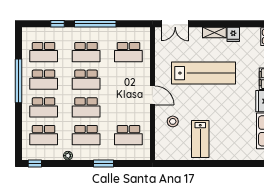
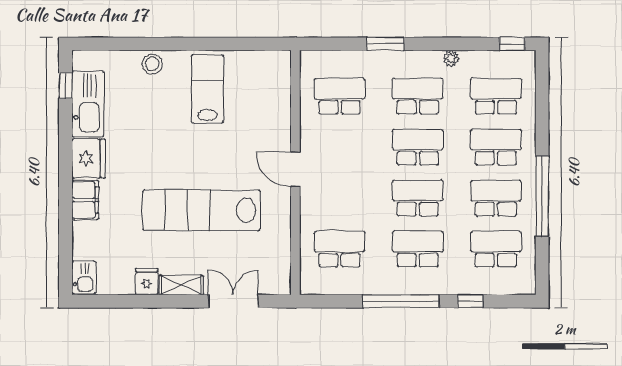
double door: (175, 24) -> (233, 301), moved
stool: (173, 121) -> (152, 64), moved

